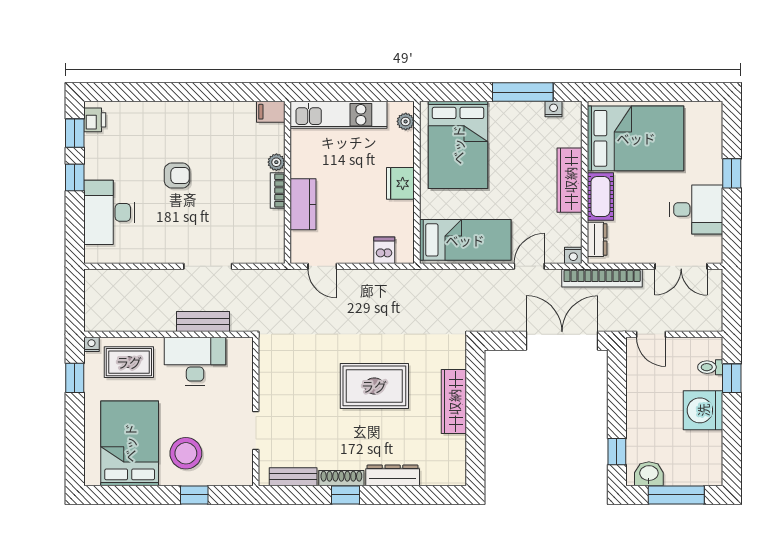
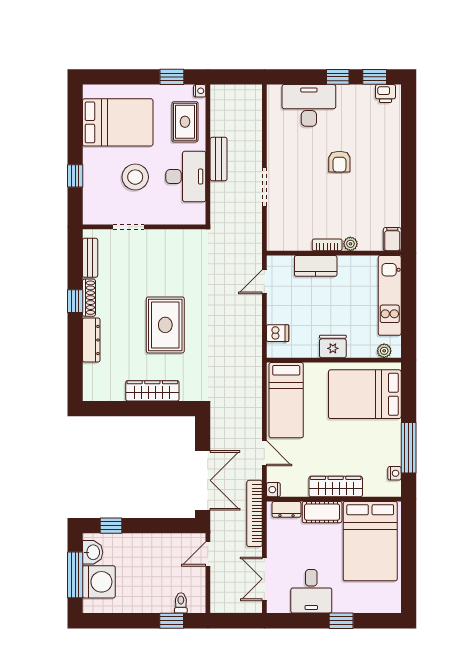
bench: (203, 322) -> (219, 159), moved
washing machine: (703, 410) -> (99, 582), moved, turned 90
stool: (186, 453) -> (135, 177), moved

